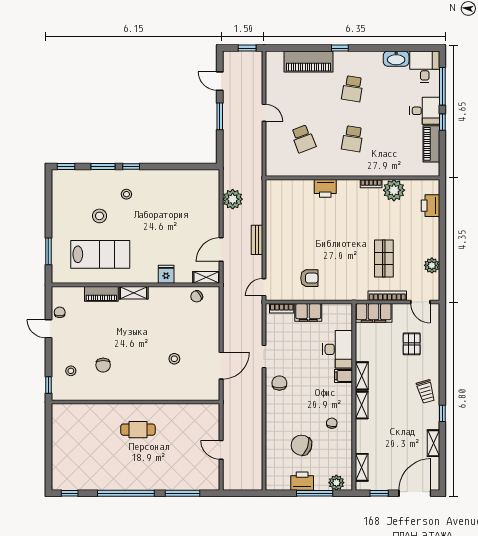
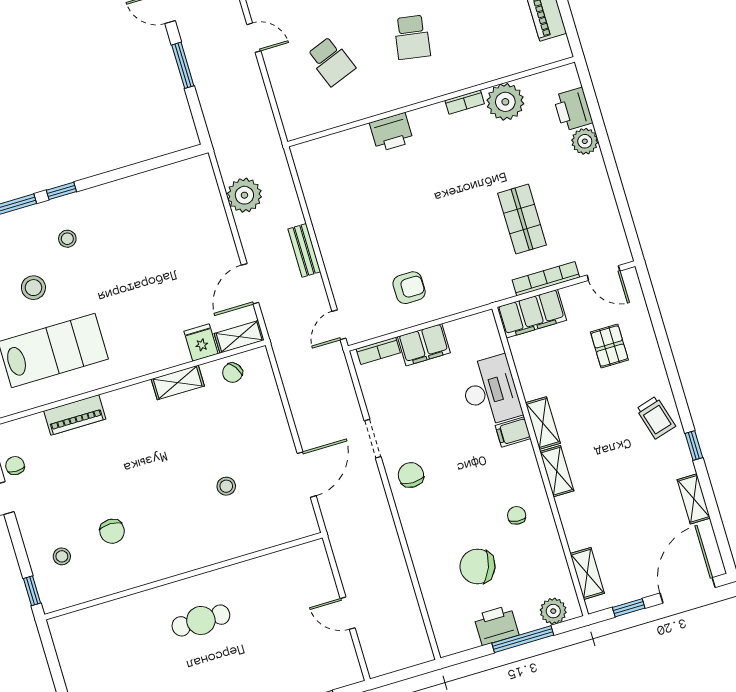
plant: (432, 265) -> (585, 141), moved
fridge: (166, 274) -> (201, 342), moved
shelving: (134, 293) -> (178, 382), moved

